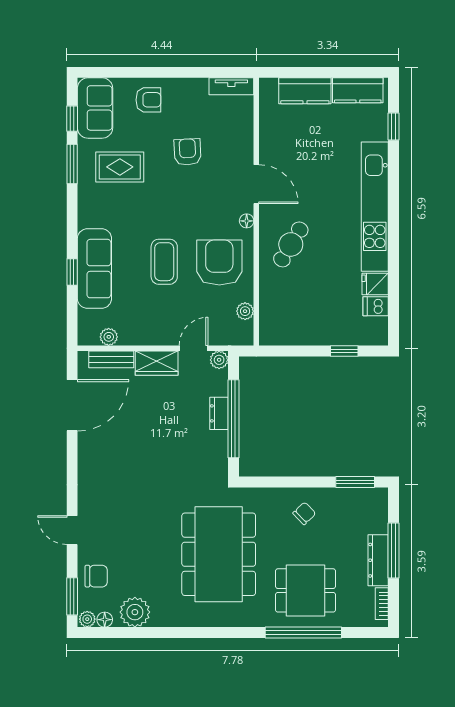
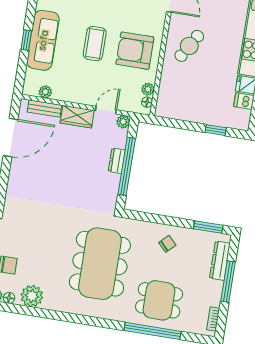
floor lamp: (247, 221) -> (147, 102), moved
armchair: (219, 263) -> (135, 51), turned -90
dresser: (378, 560) -> (220, 261), moved

